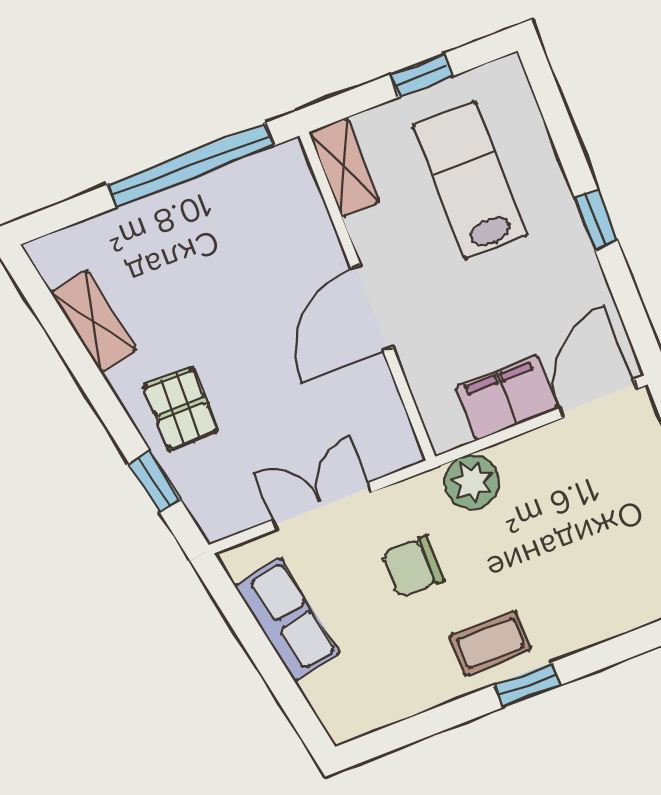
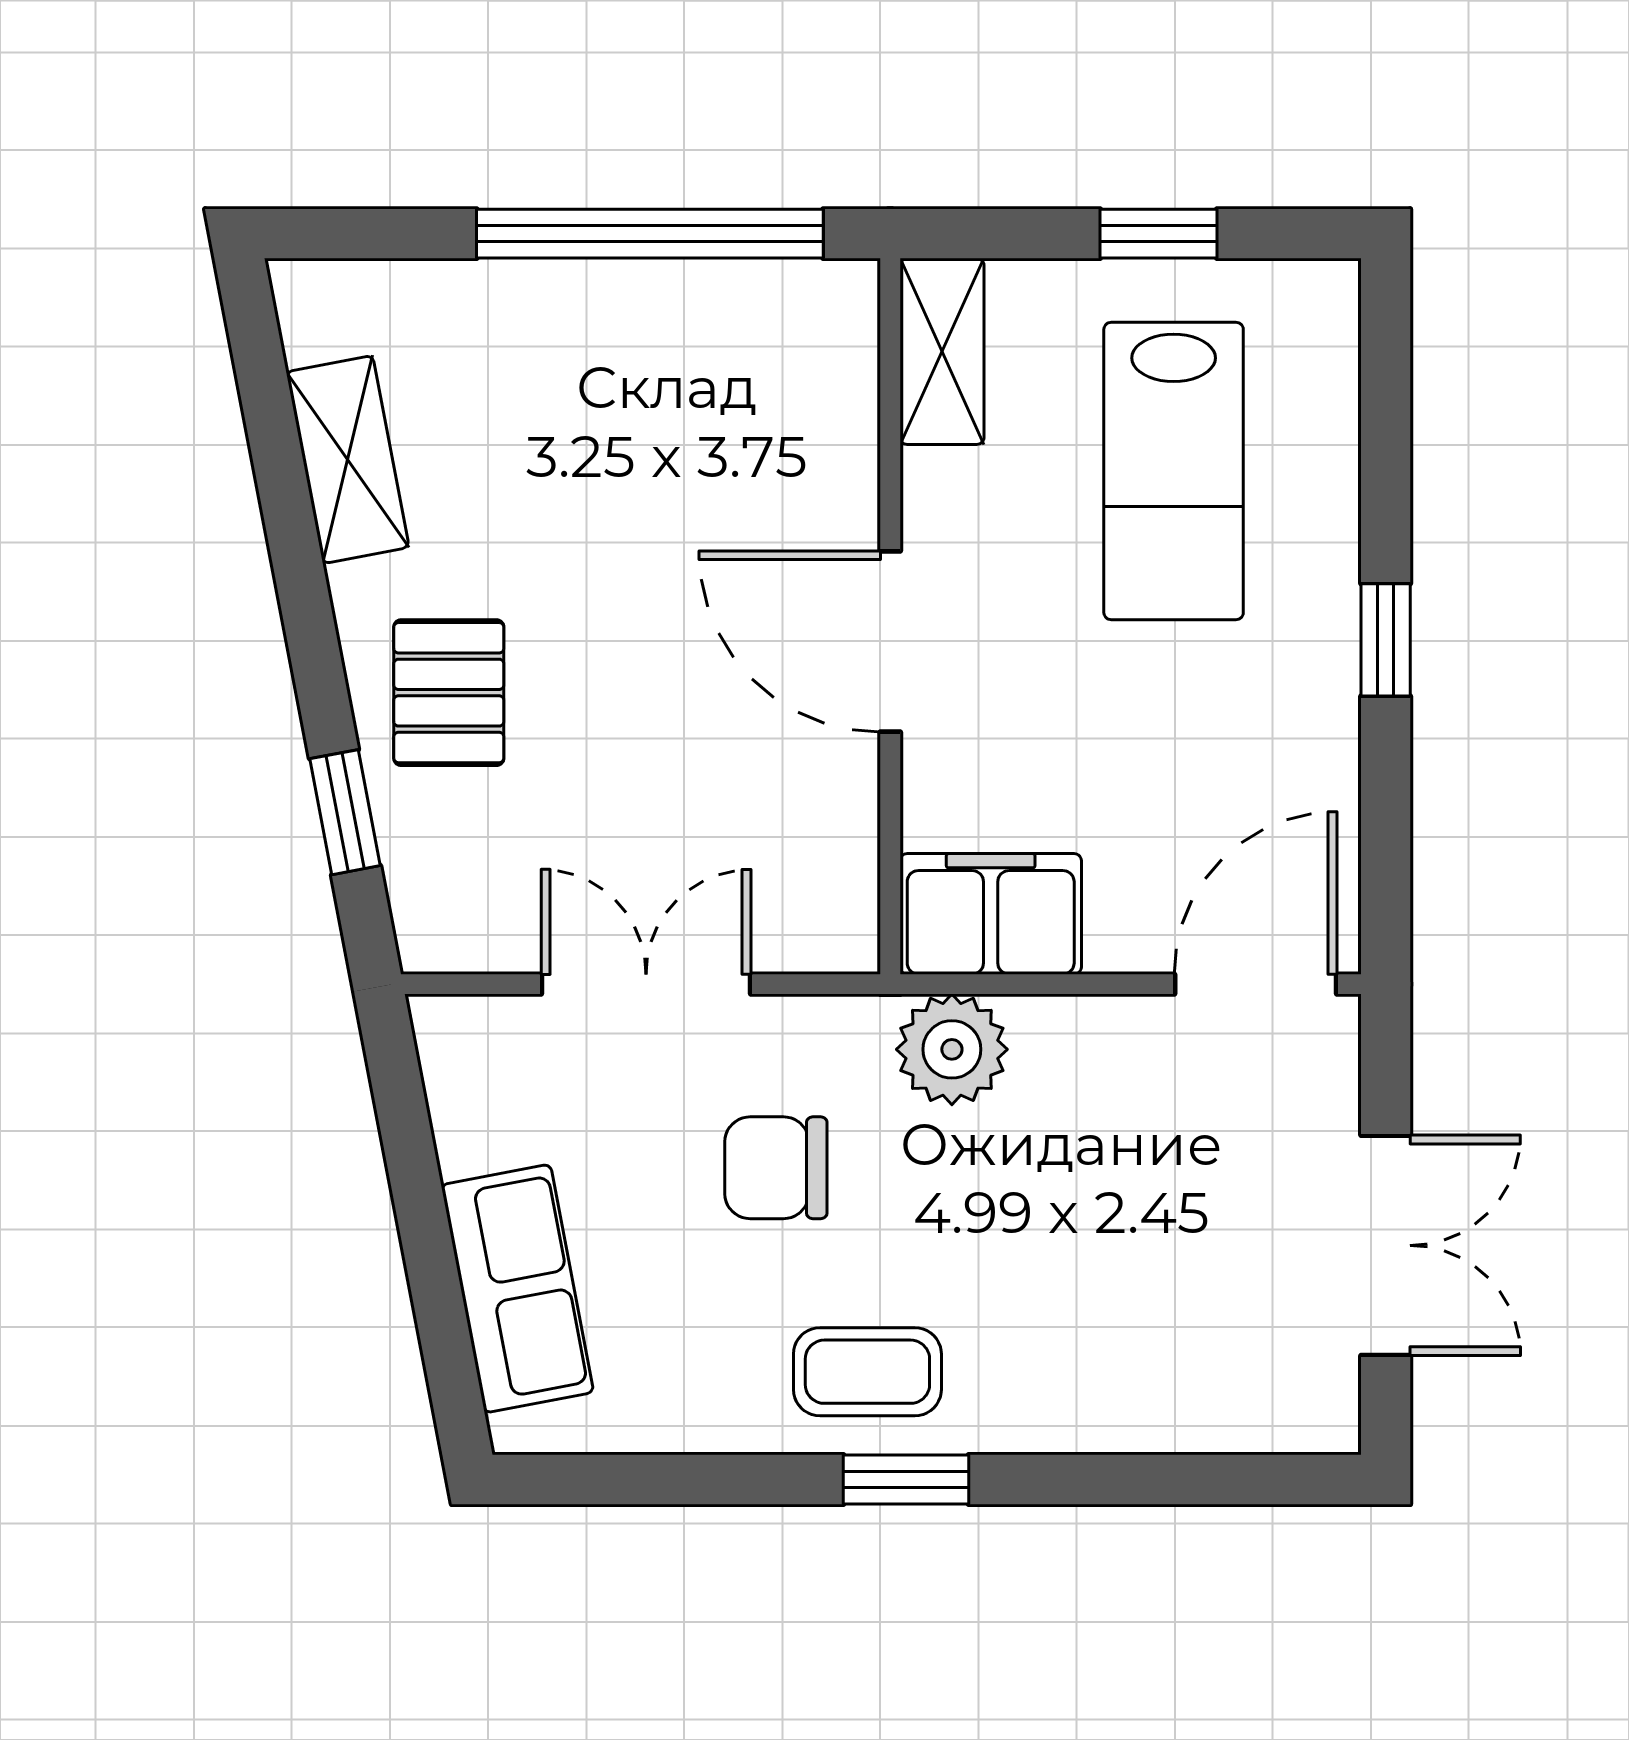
lab bench: (470, 180) -> (1174, 471), turned 180
door: (372, 308) -> (890, 642), hinge flipped
filing cabinet: (506, 398) -> (991, 914), moved
row of seats: (287, 619) -> (517, 1289), moved

